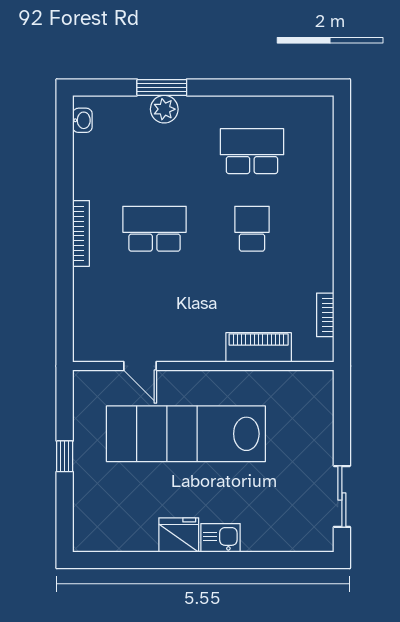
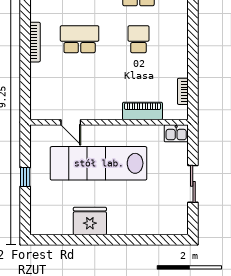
sliding door: (342, 496) -> (193, 184), moved
fridge: (179, 535) -> (90, 221), width x1.36, depth x1.34
kitchen sink: (221, 538) -> (176, 133), moved, turned 180

